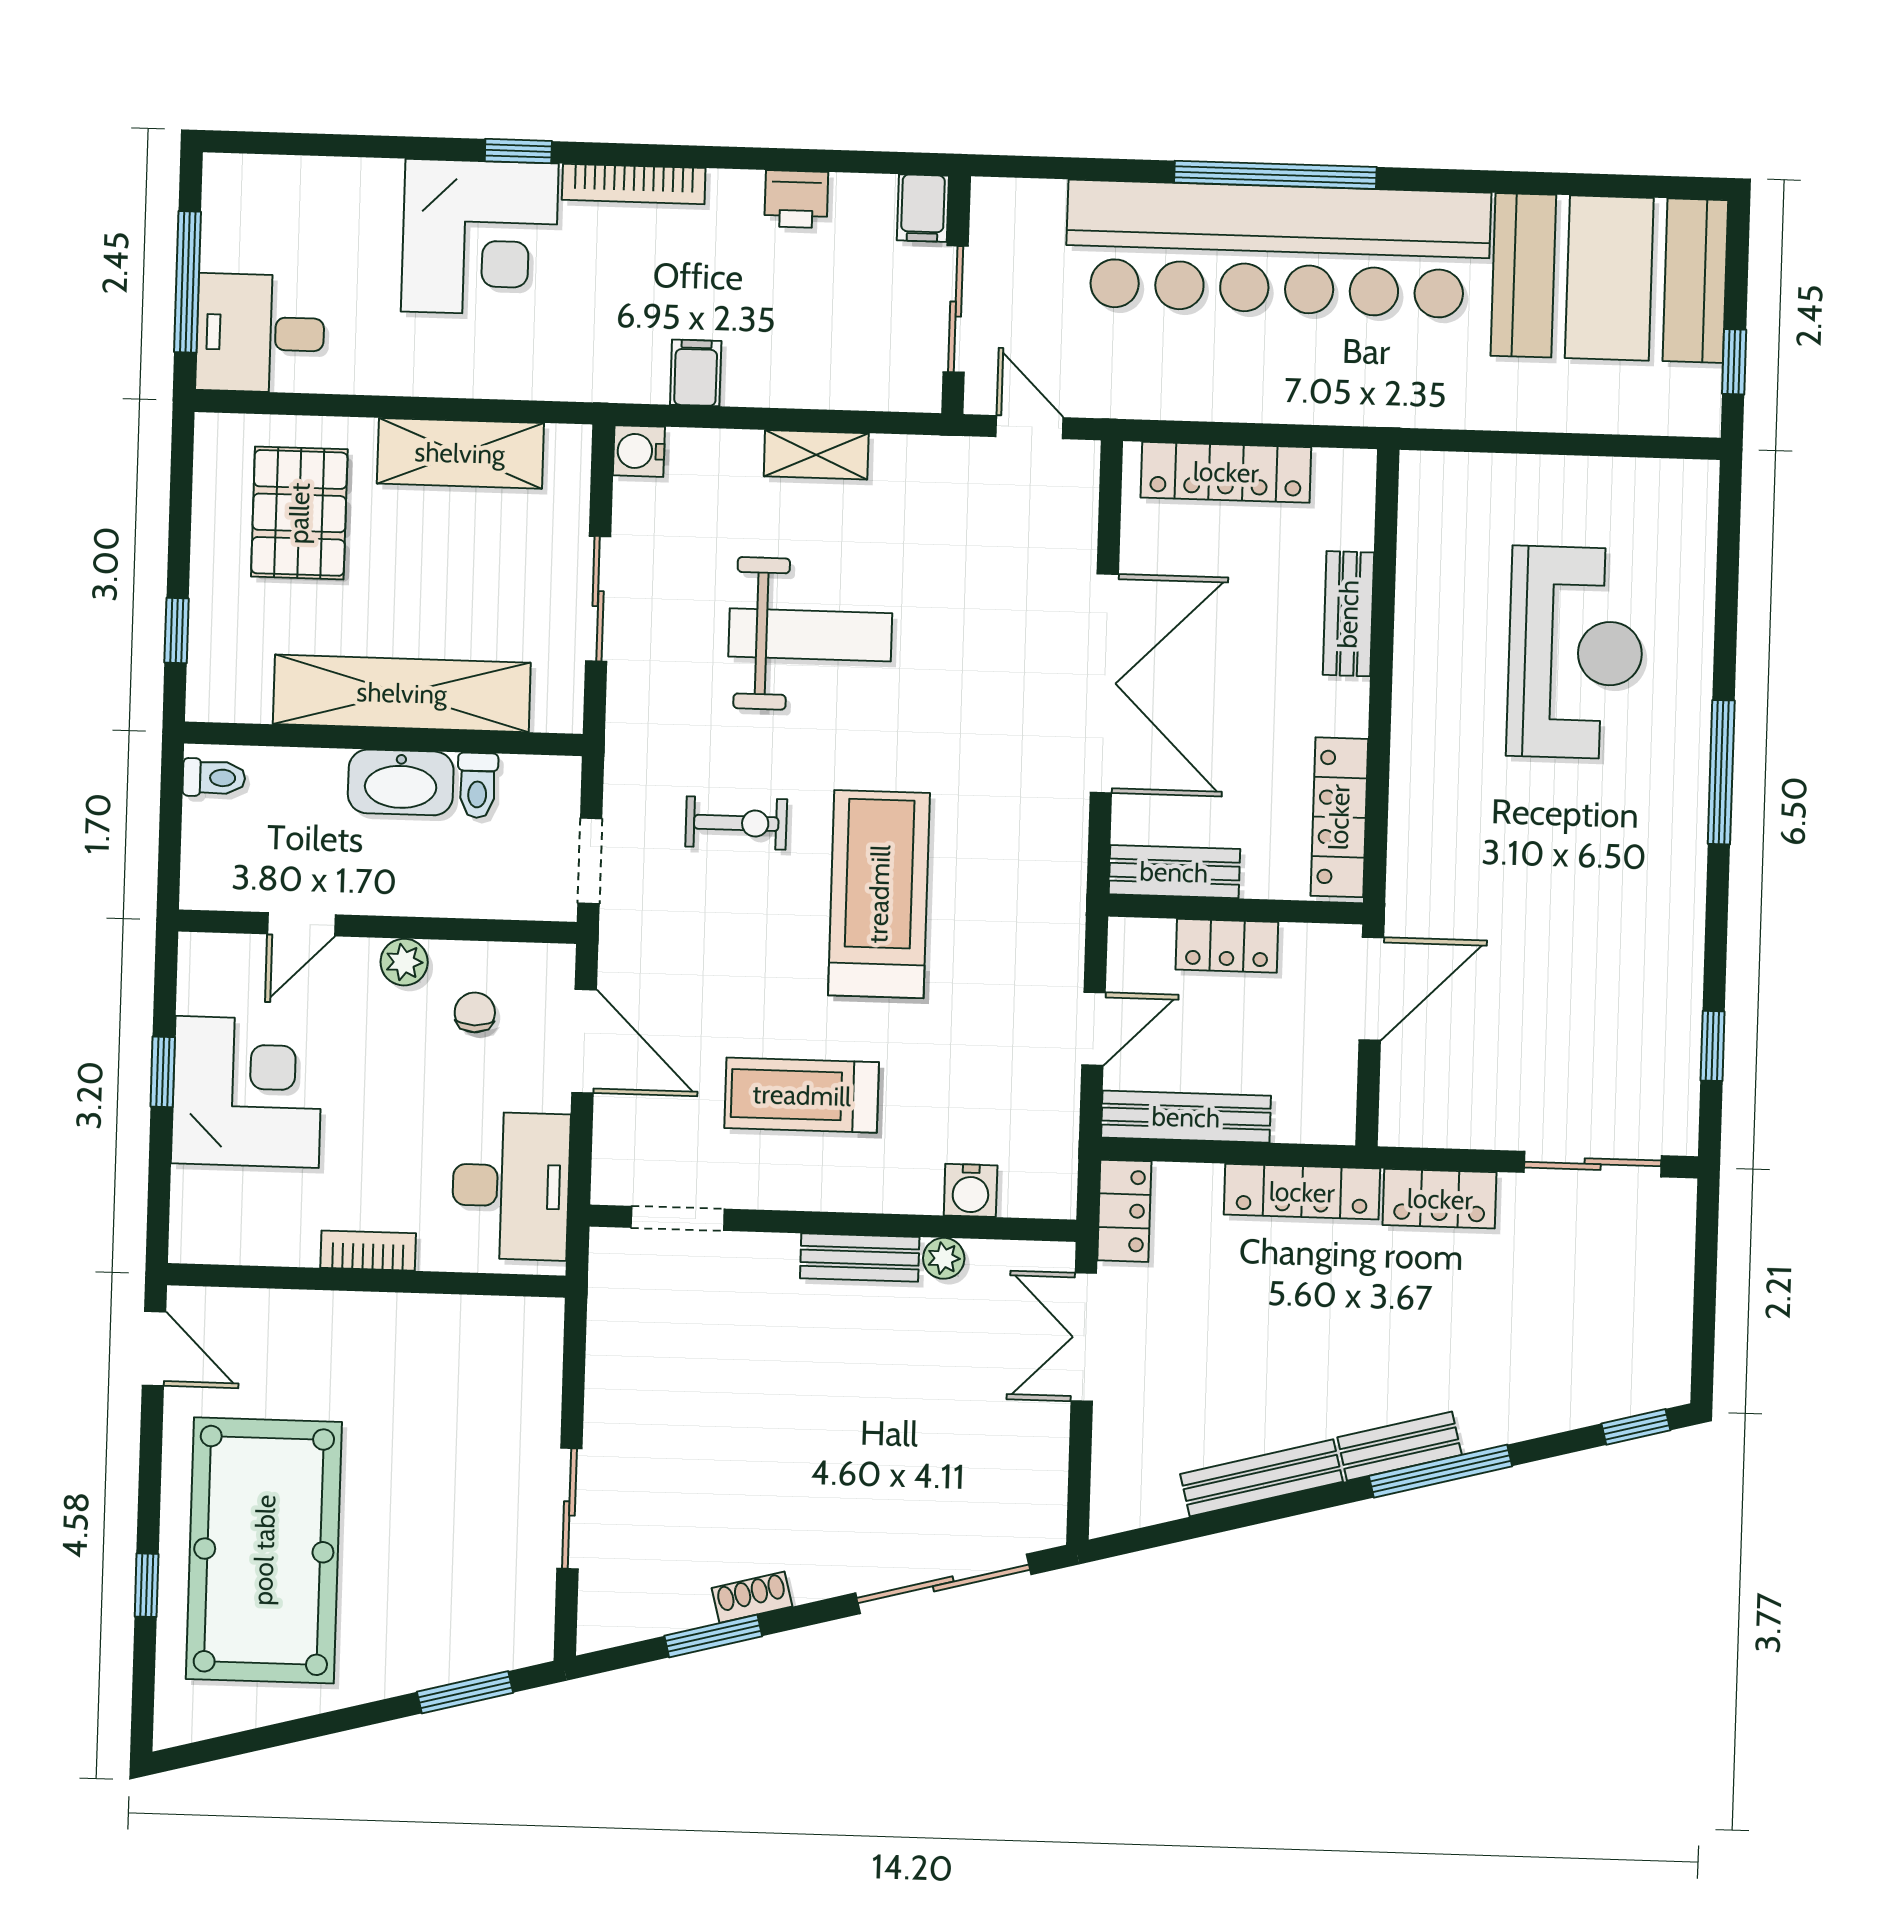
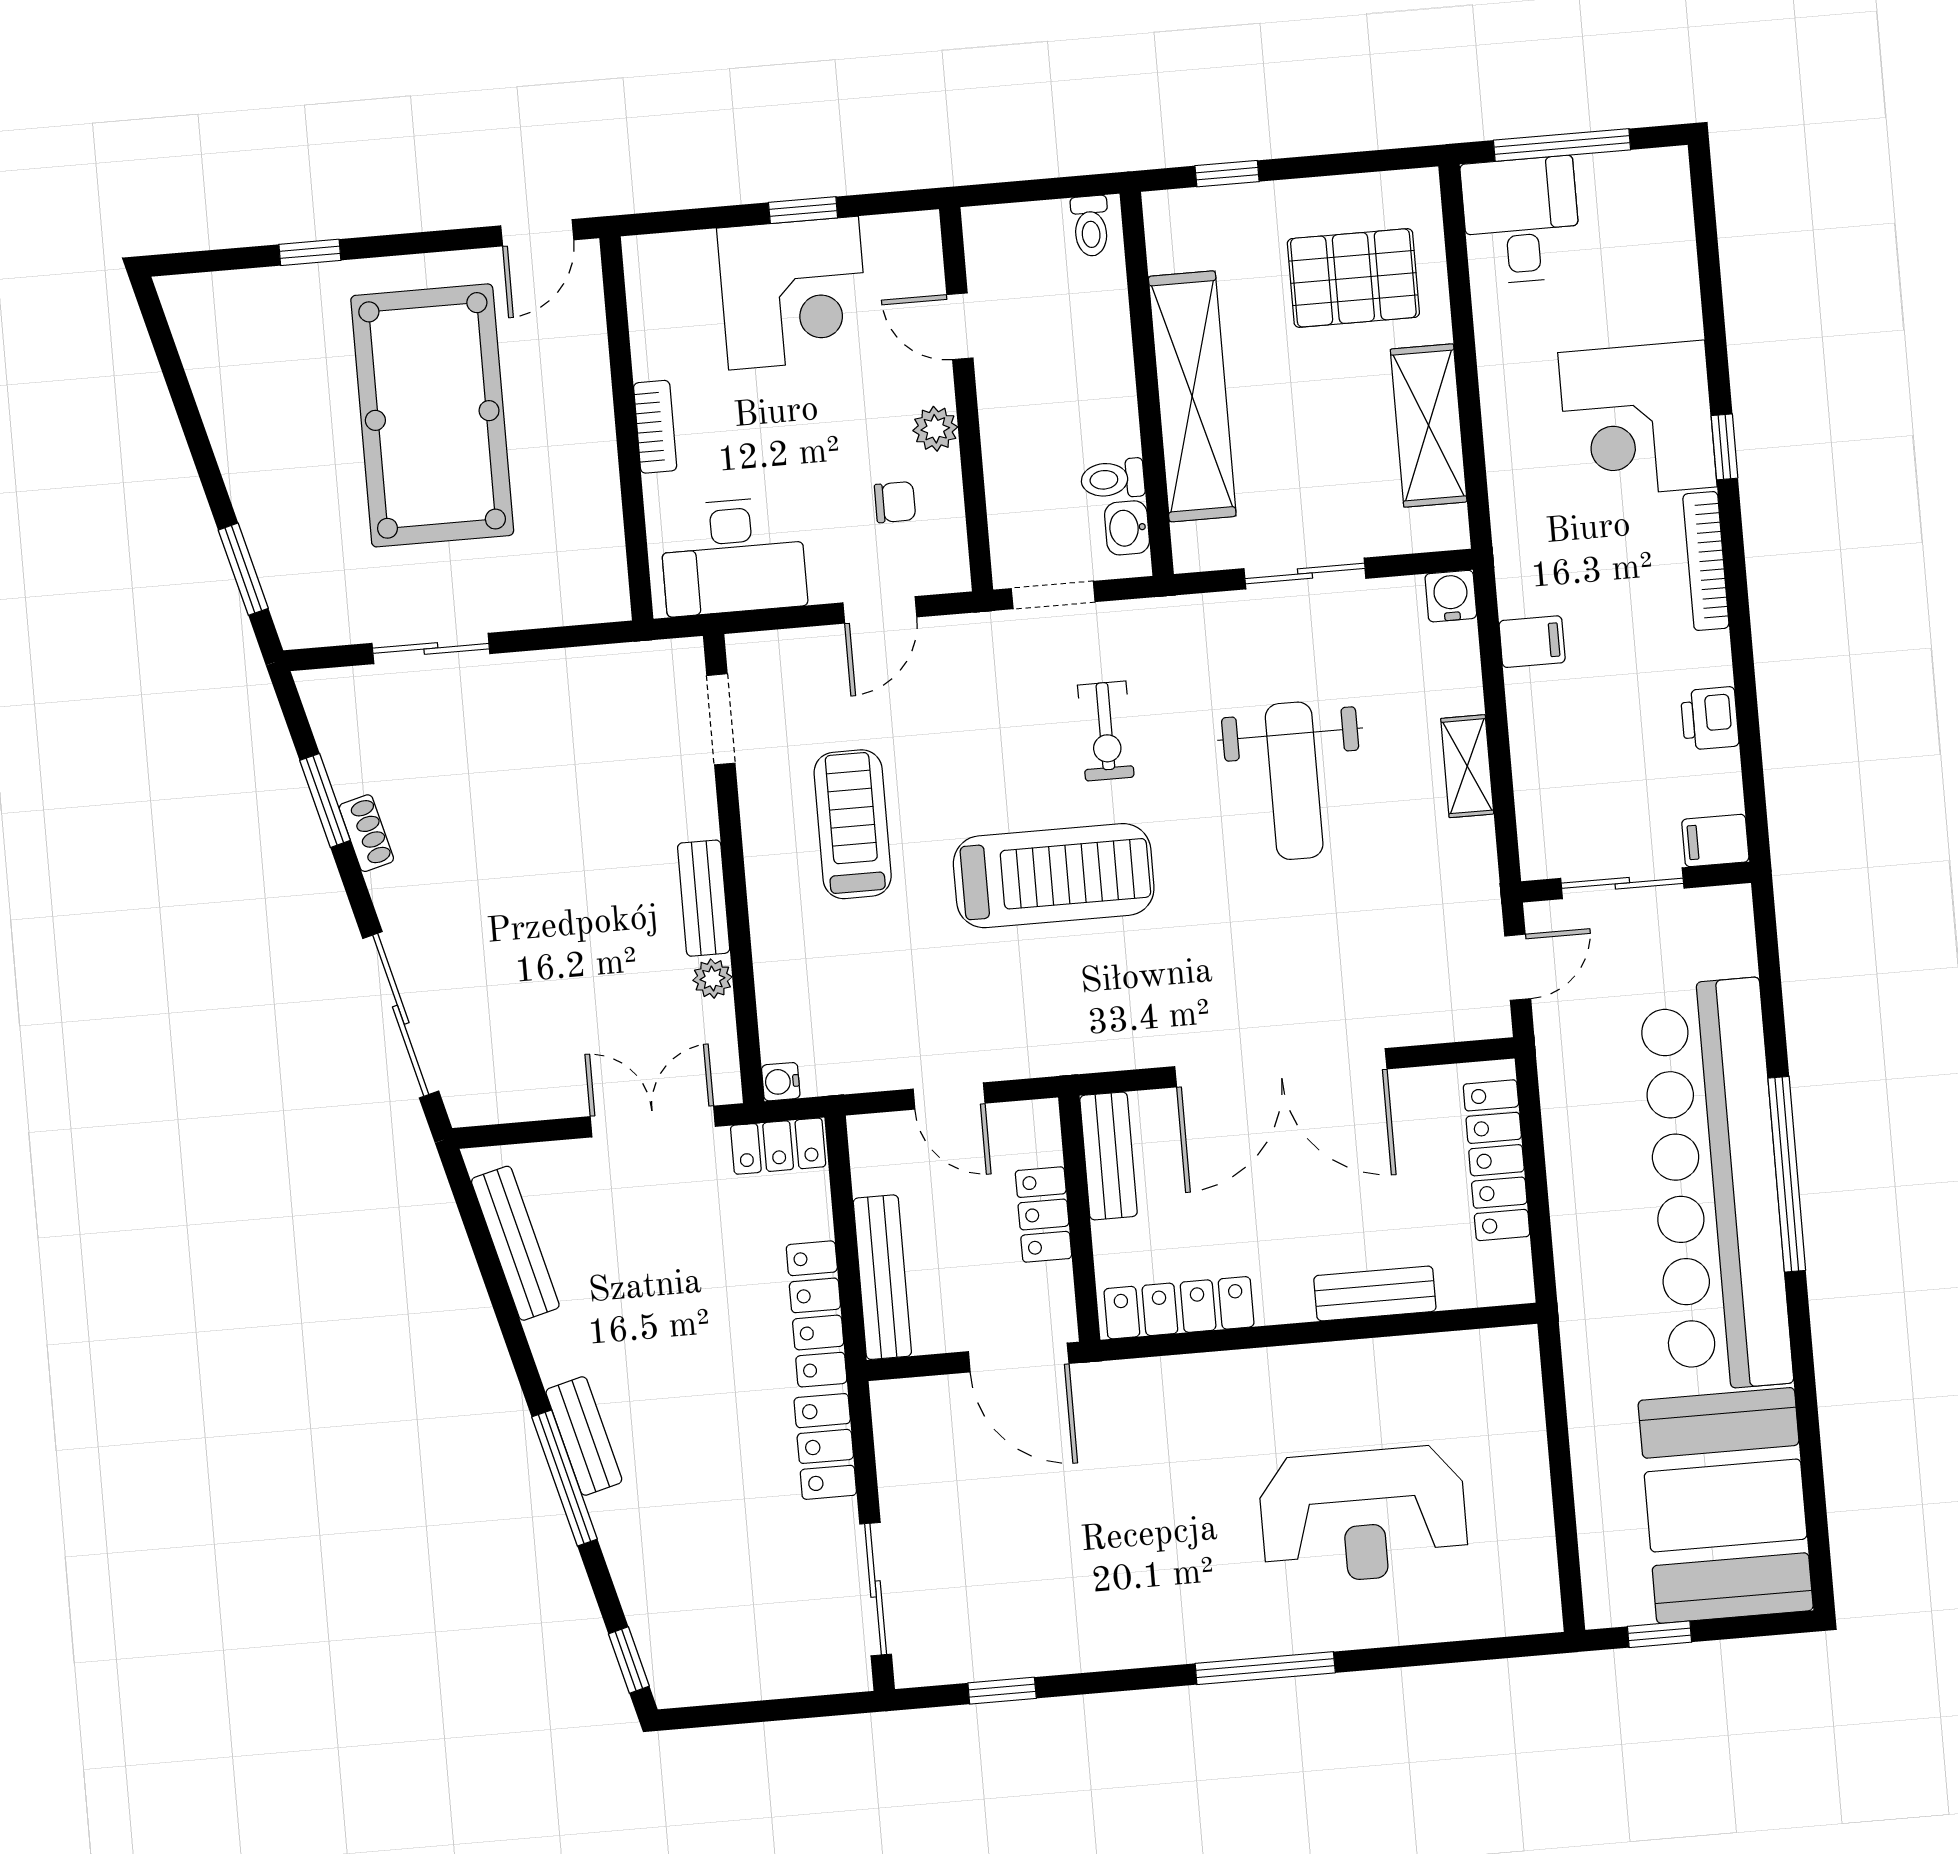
washbasin: (401, 782) -> (1127, 528), moved, width x0.52, depth x0.69
door: (584, 1041) -> (880, 610), width x0.73
bench: (1186, 1117) -> (882, 1277), moved
water cooler: (971, 1190) -> (781, 1082), moved, width x0.72, depth x0.72
bench: (1261, 1478) -> (515, 1243), moved
pool table: (264, 1550) -> (432, 415), moved, turned 90

